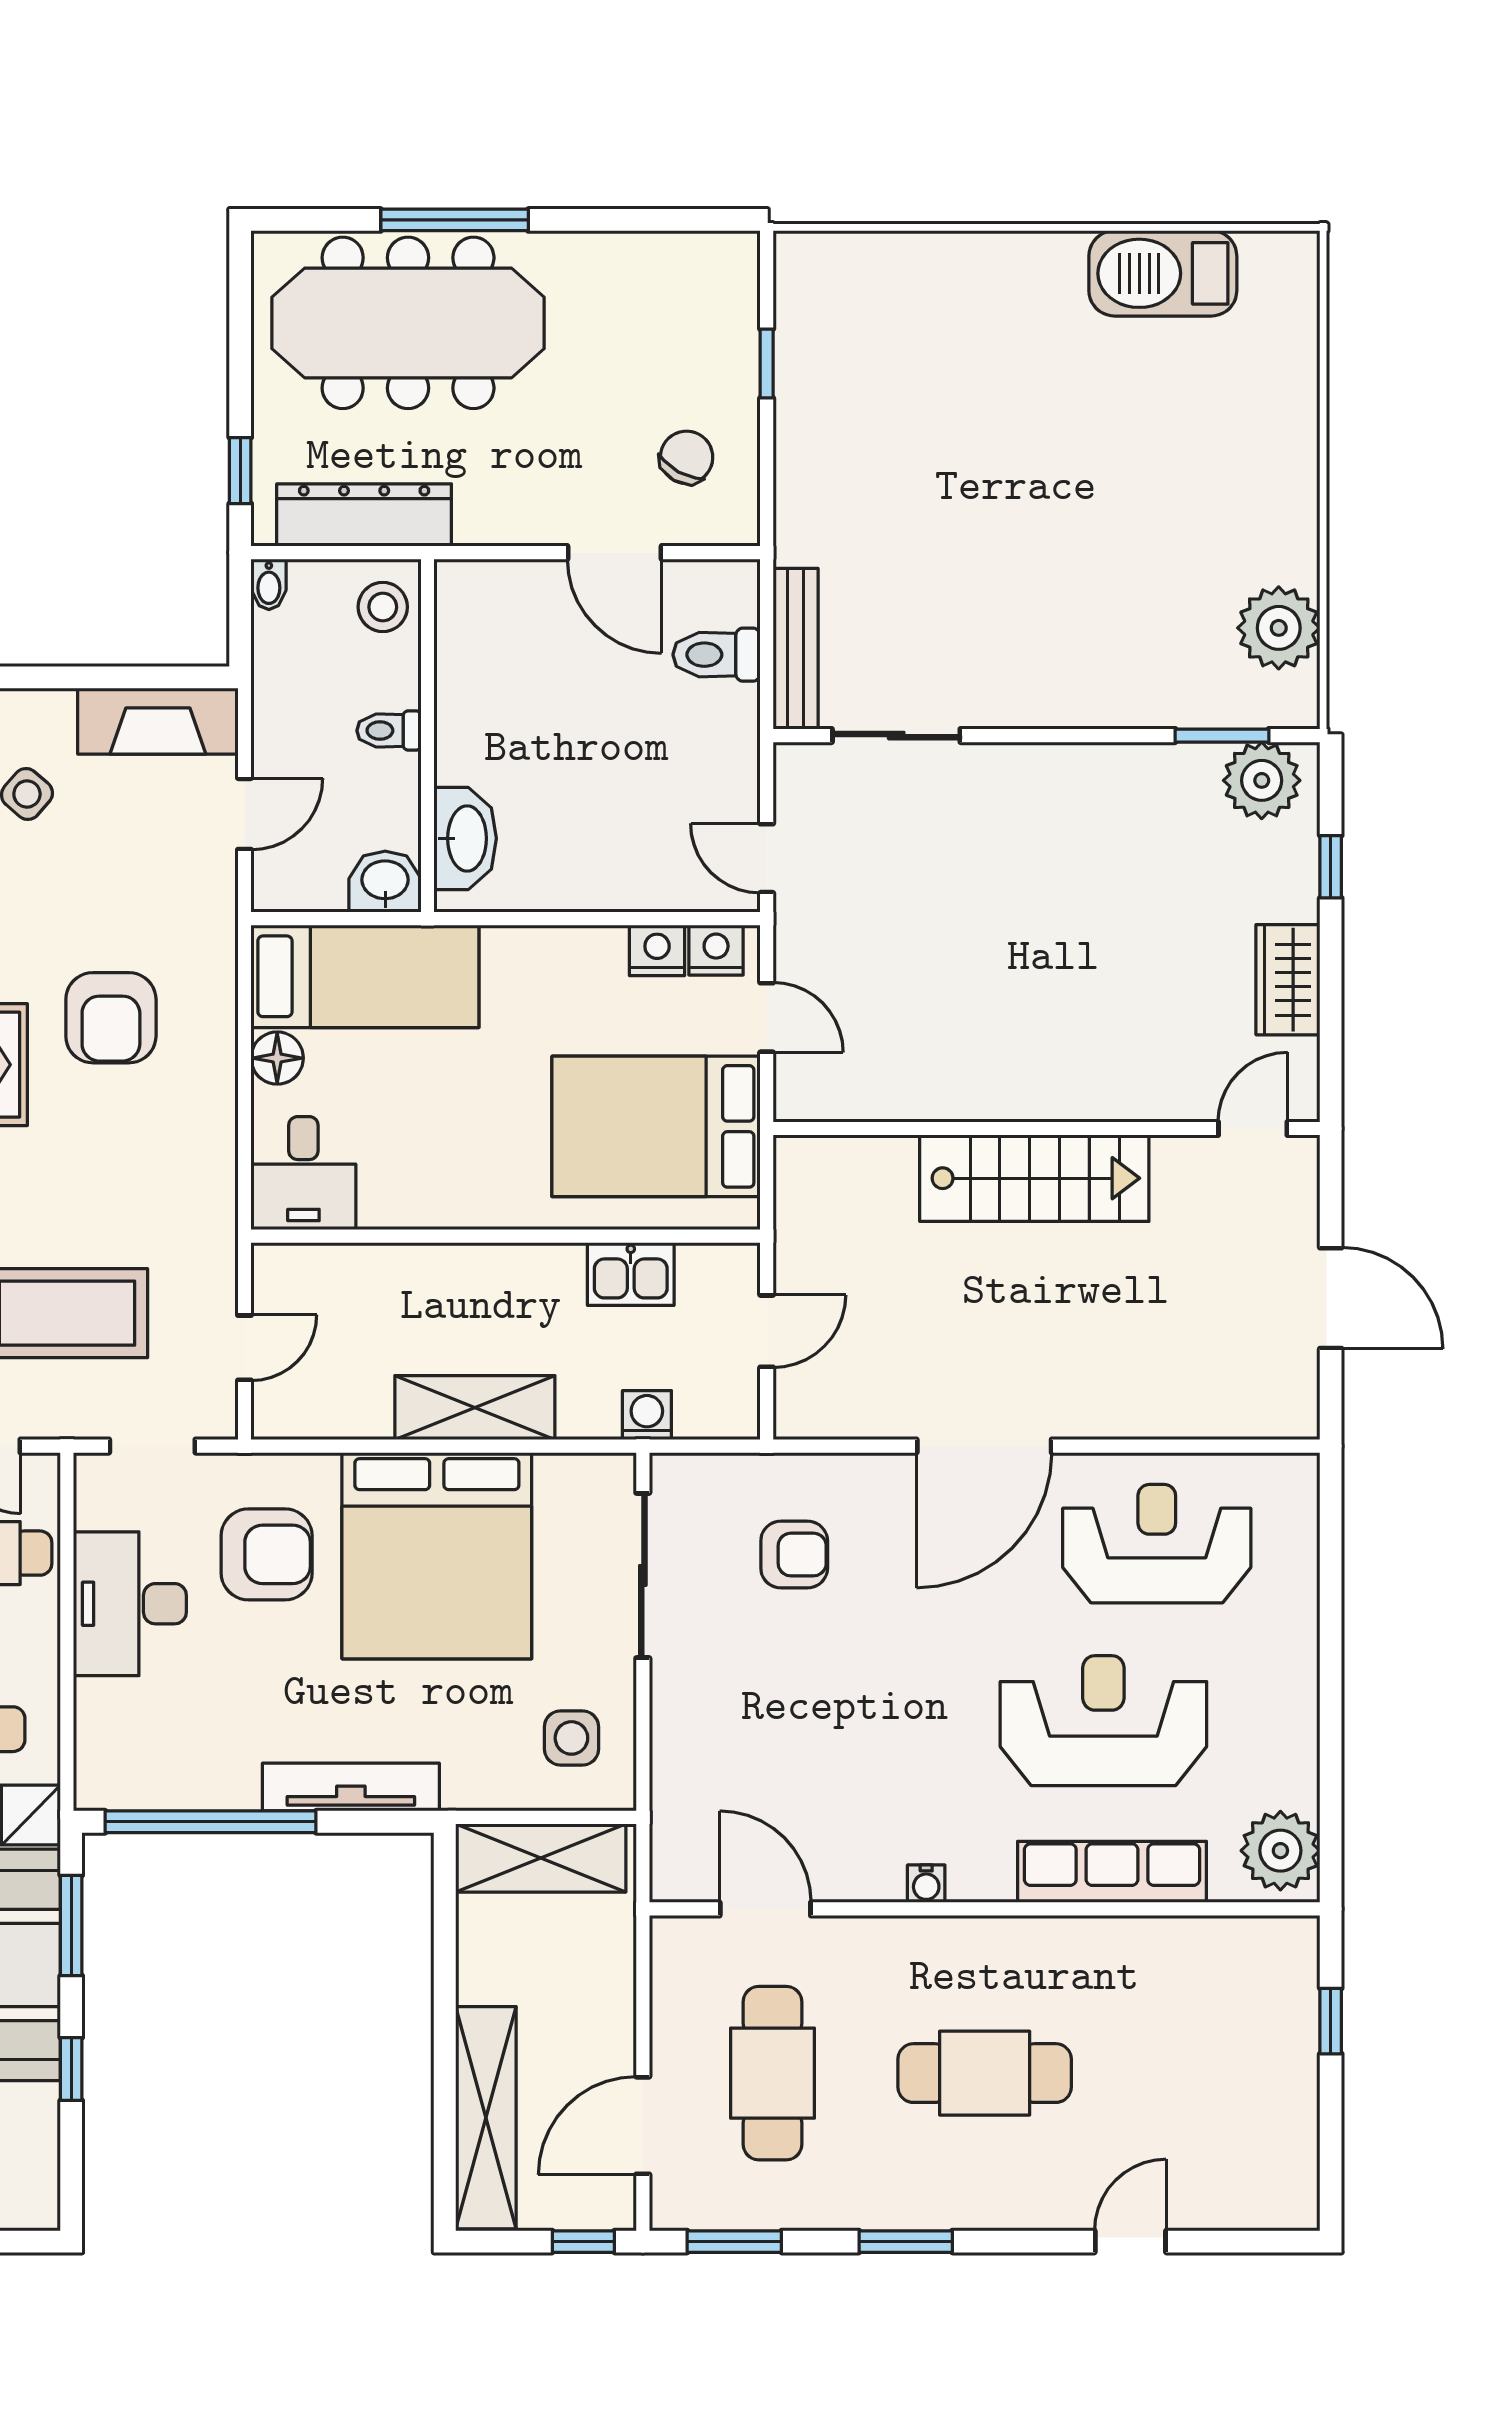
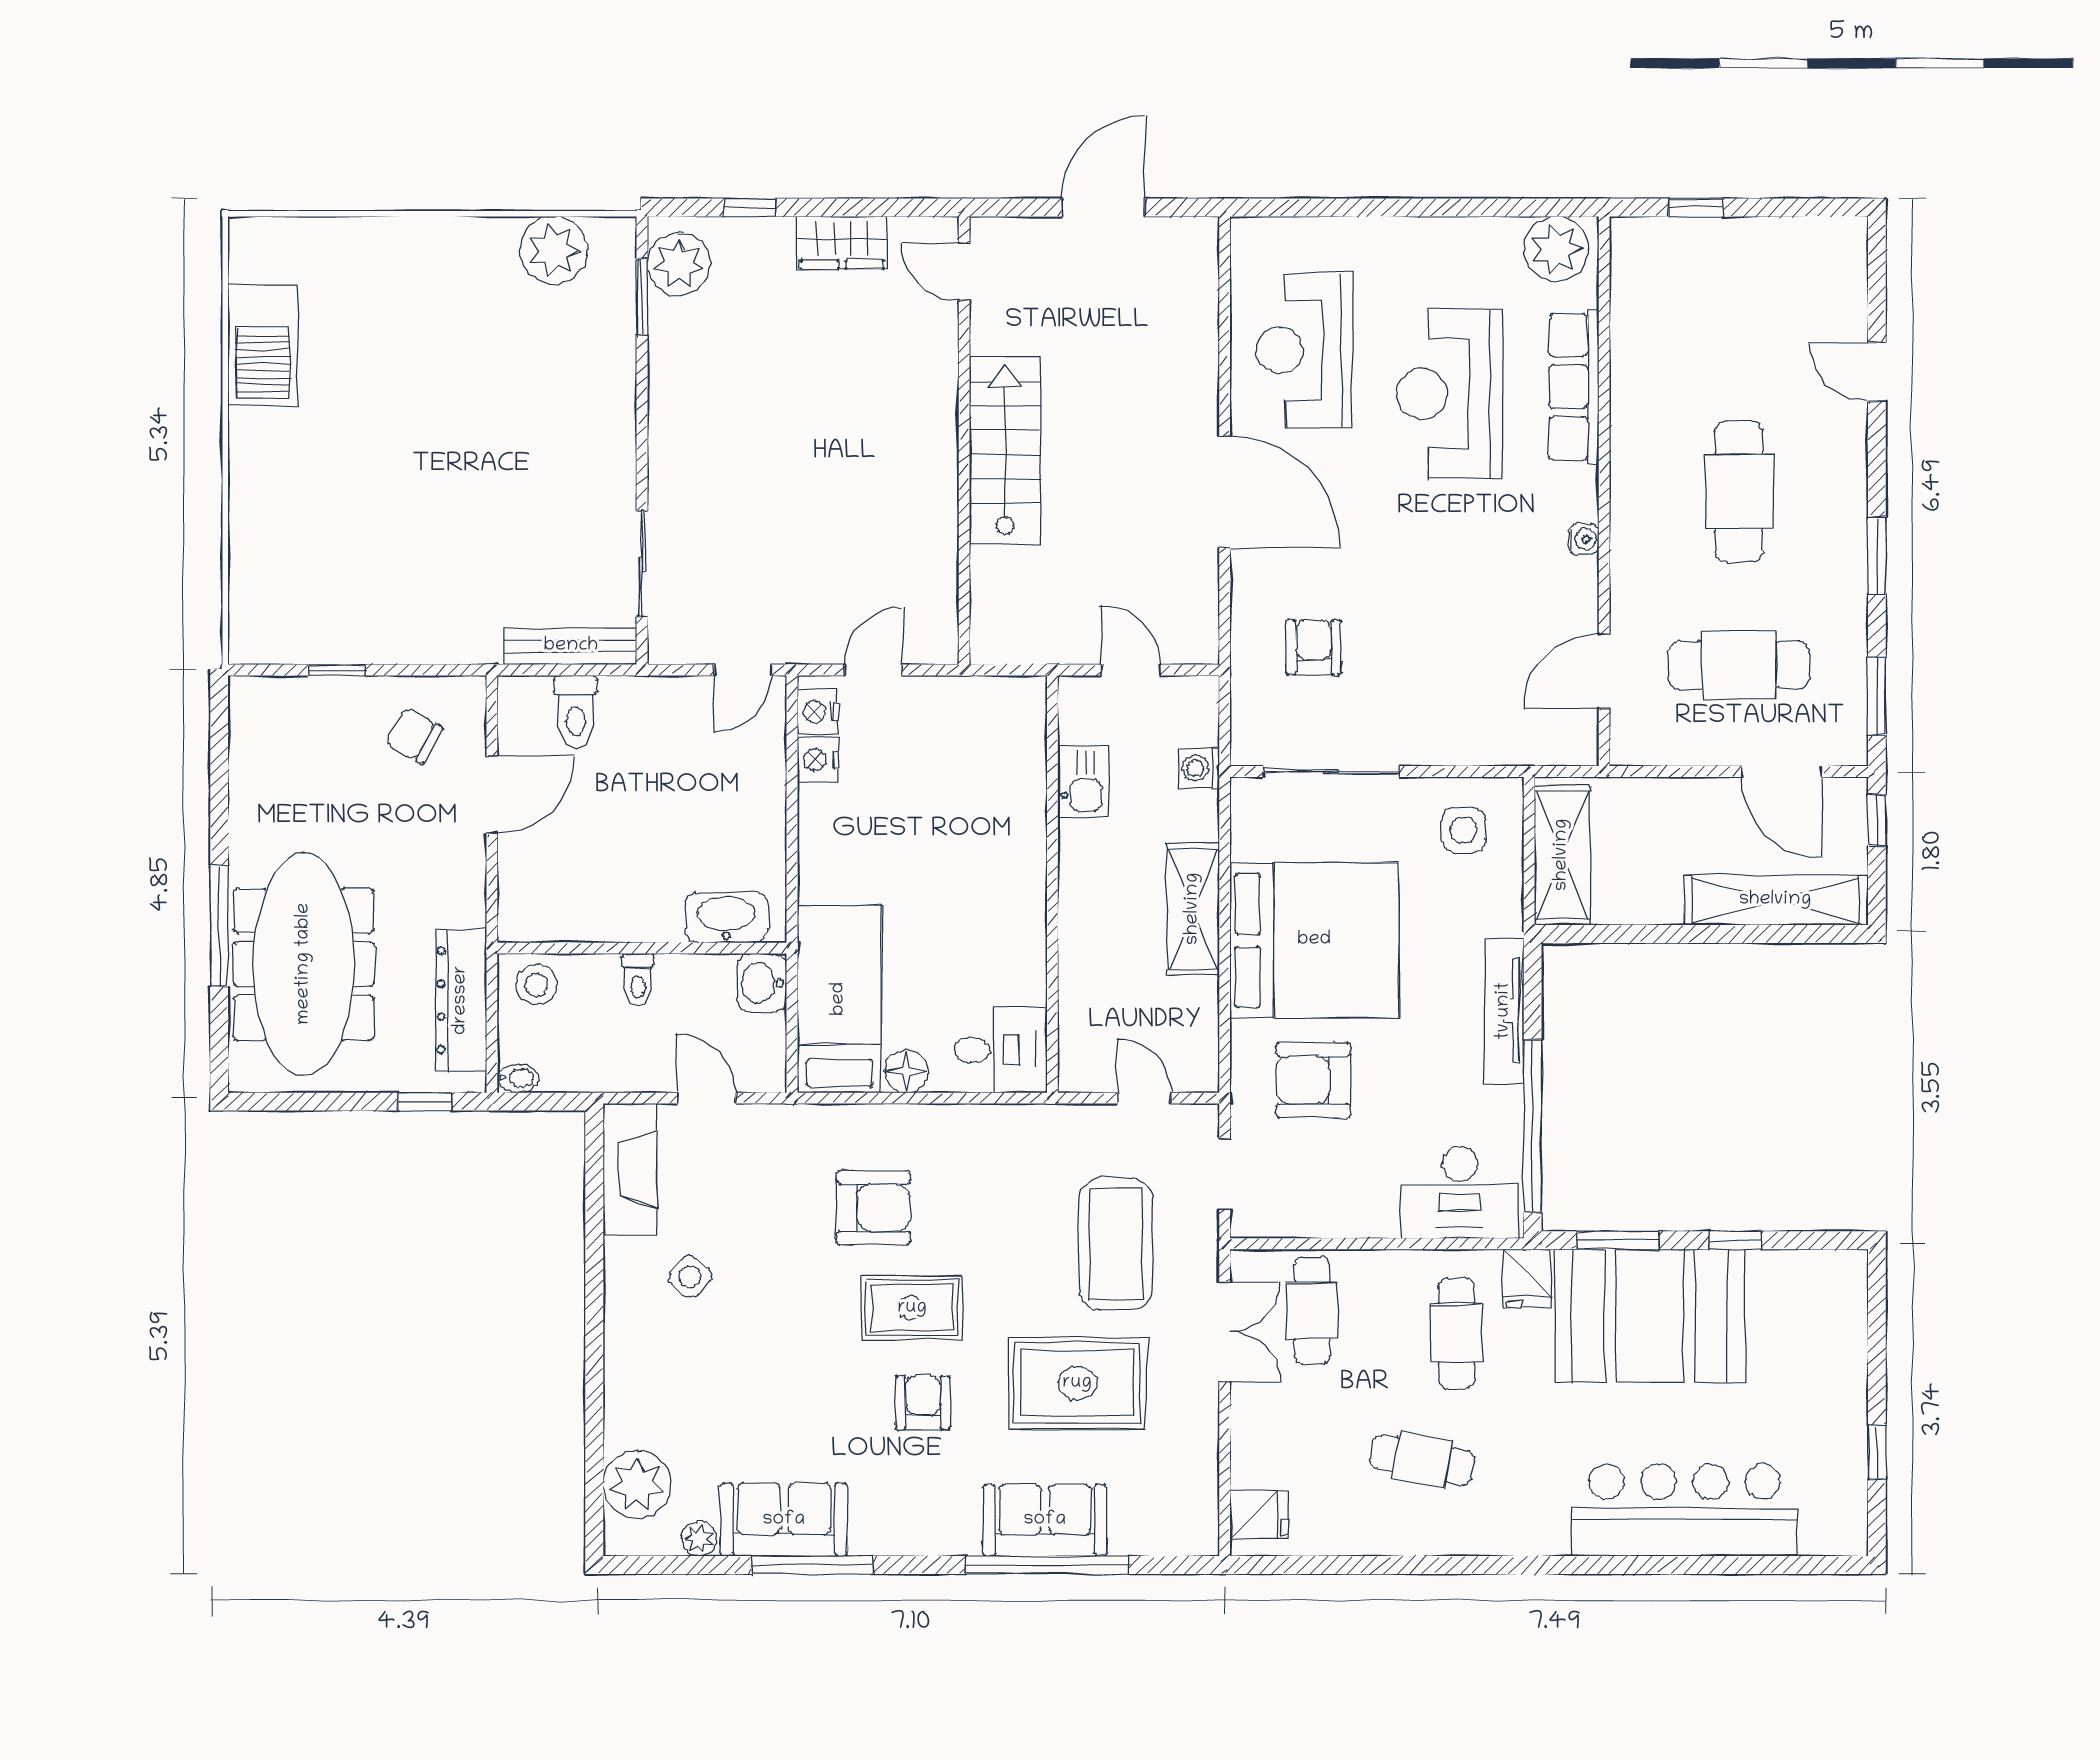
bed: (656, 1126) -> (962, 761), removed
armchair: (267, 1554) -> (1313, 1080), turned -90
desk: (130, 1604) -> (1460, 1192), moved

